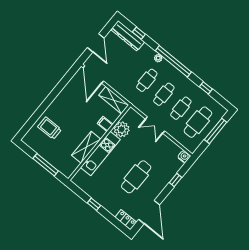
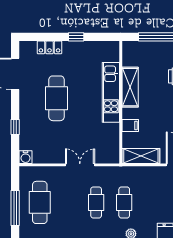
cafe table: (181, 108) -> (68, 202), removed
plant: (122, 129) -> (109, 134), removed
locker: (126, 220) -> (49, 47), moved

